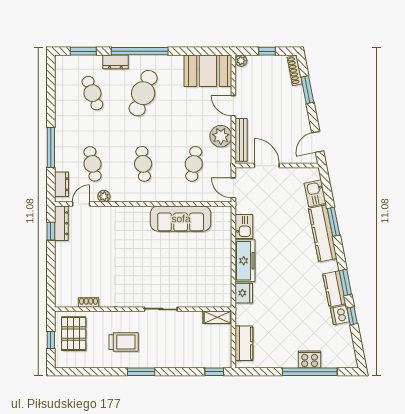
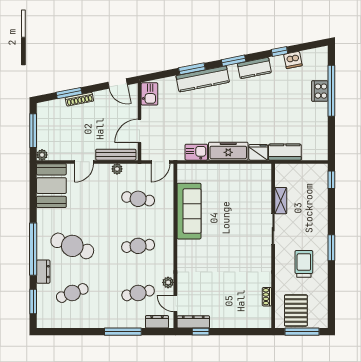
window: (267, 51) -> (33, 131), width x2.17
shoe rack: (295, 70) -> (79, 99), moved
plant: (221, 136) -> (117, 169), width x0.53, depth x0.53
kitchen sink: (315, 193) -> (149, 94), moved, turned -79
window: (345, 282) -> (234, 61), moved
dishwasher: (340, 315) -> (293, 60), moved
shelving: (217, 317) -> (281, 201), moved
pallet: (74, 334) -> (296, 310), turned 90
window: (51, 340) -> (302, 332), width x2.17
kitchen counter: (244, 343) -> (285, 152), moved

